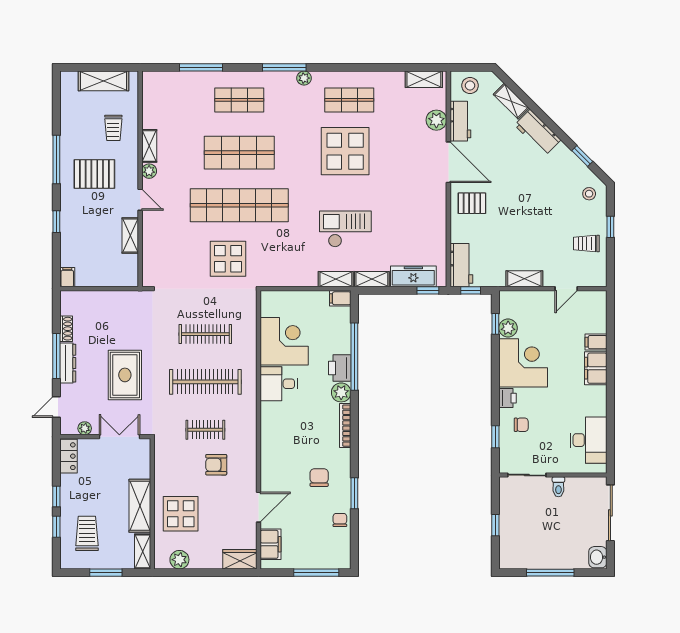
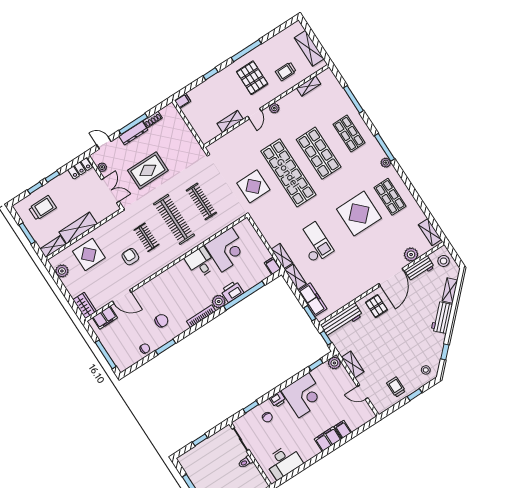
shelving: (149, 146) -> (309, 86), moved
workbench: (461, 265) -> (342, 320), width x1.38
plant: (508, 328) -> (334, 363), moved

